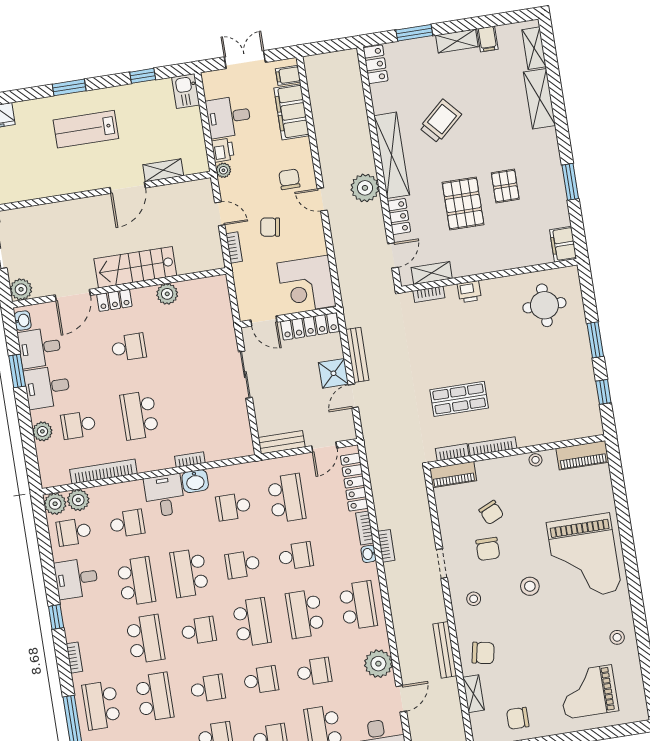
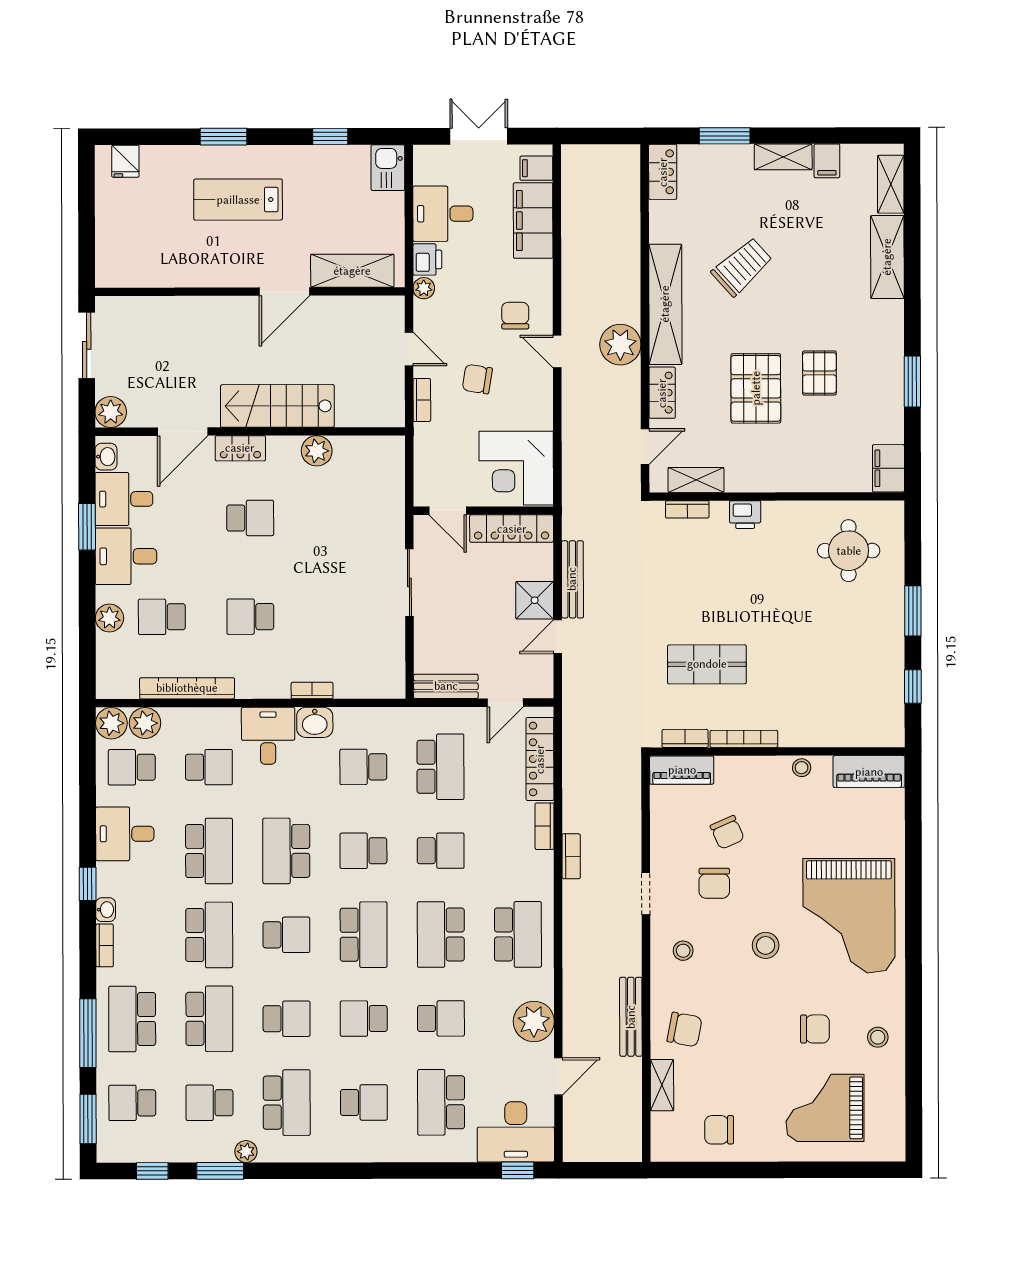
shelving: (163, 170) -> (352, 271), width x1.50, depth x1.33
school desk: (139, 415) -> (250, 617), width x0.54
washbasin: (369, 554) -> (106, 910), moved, turned 180
chair: (573, 639) -> (815, 1029), added
school desk: (261, 680) -> (364, 1019), turned 180

